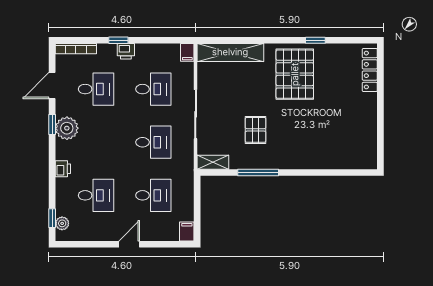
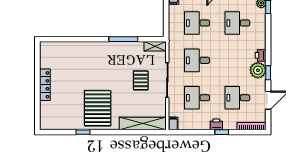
locker: (370, 70) -> (45, 85), moved
pallet: (256, 130) -> (141, 80), moved
printer: (63, 169) -> (261, 55), moved

